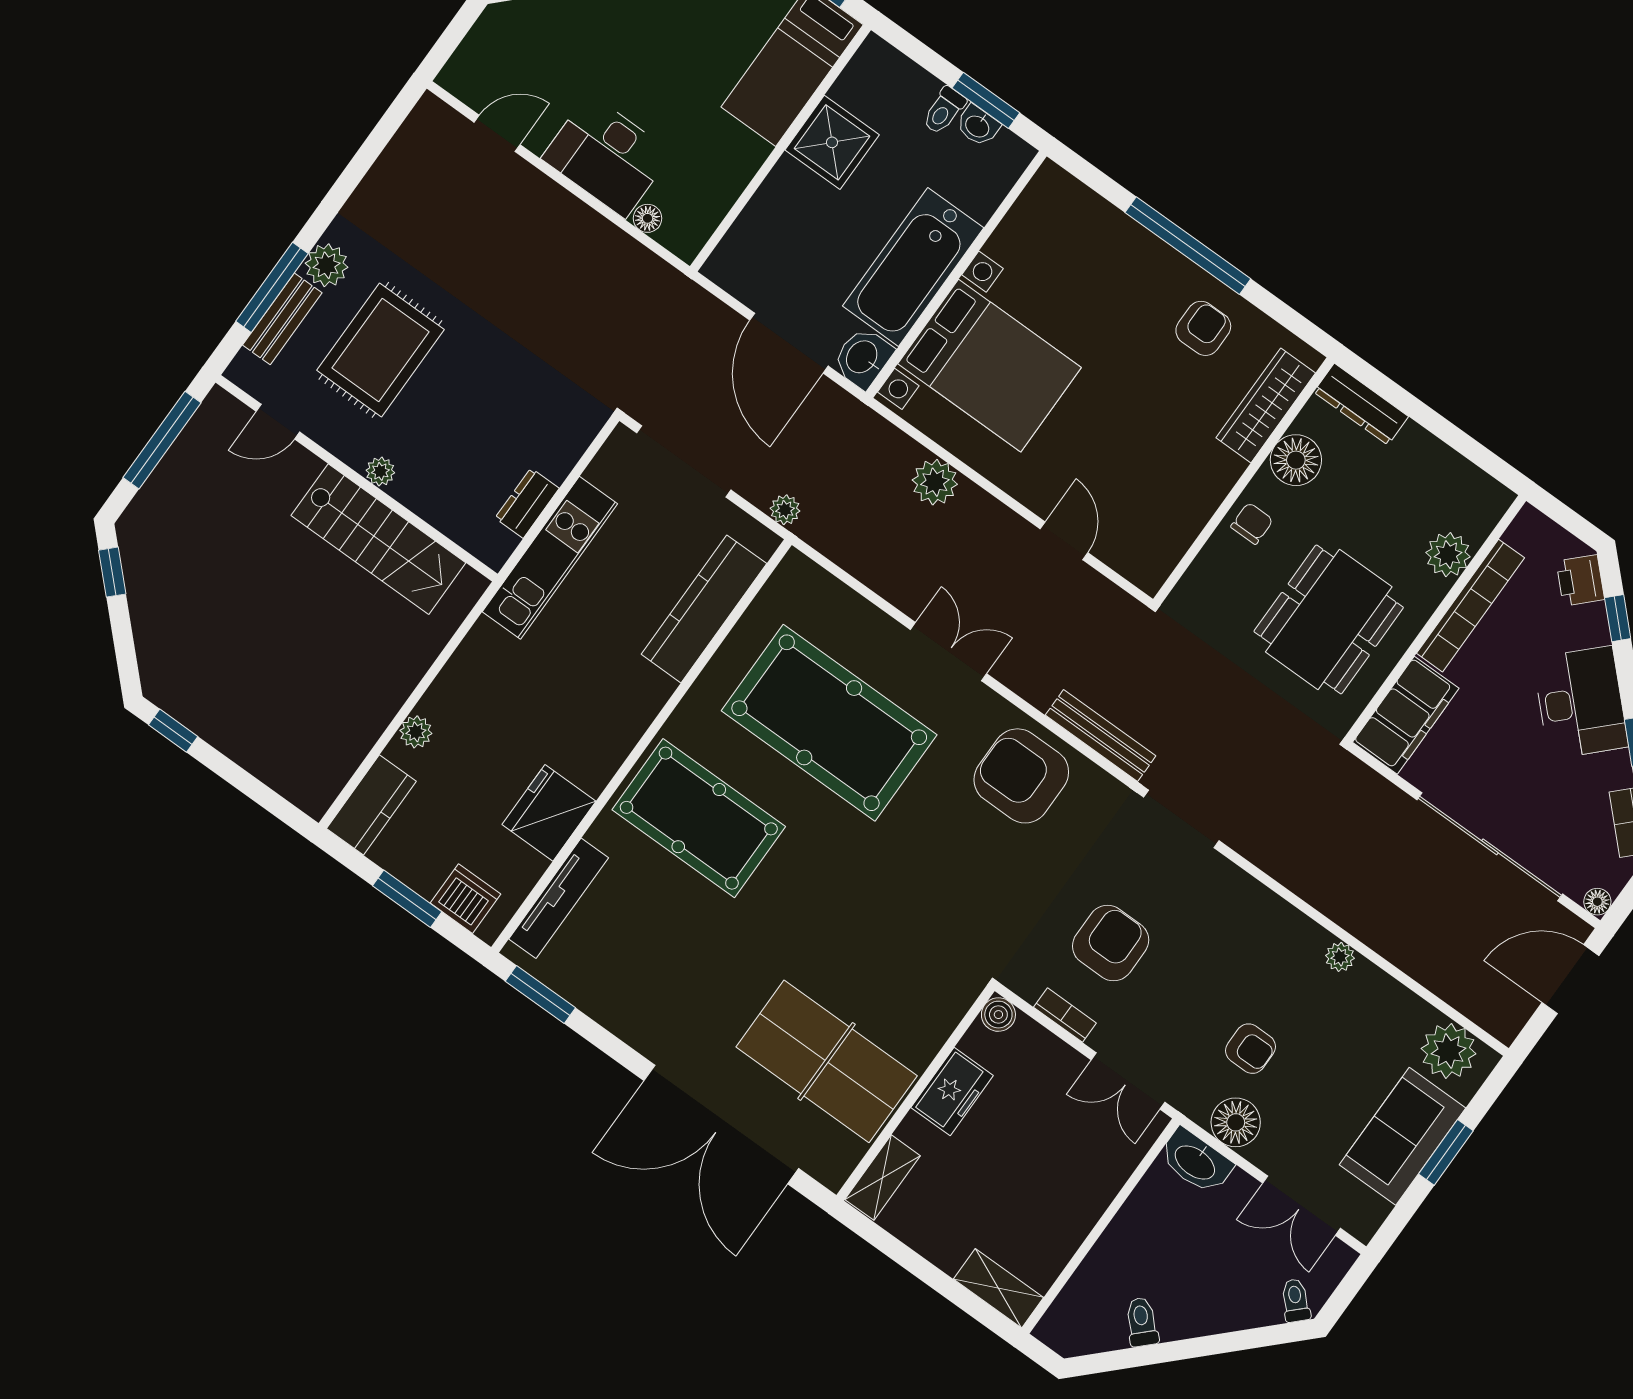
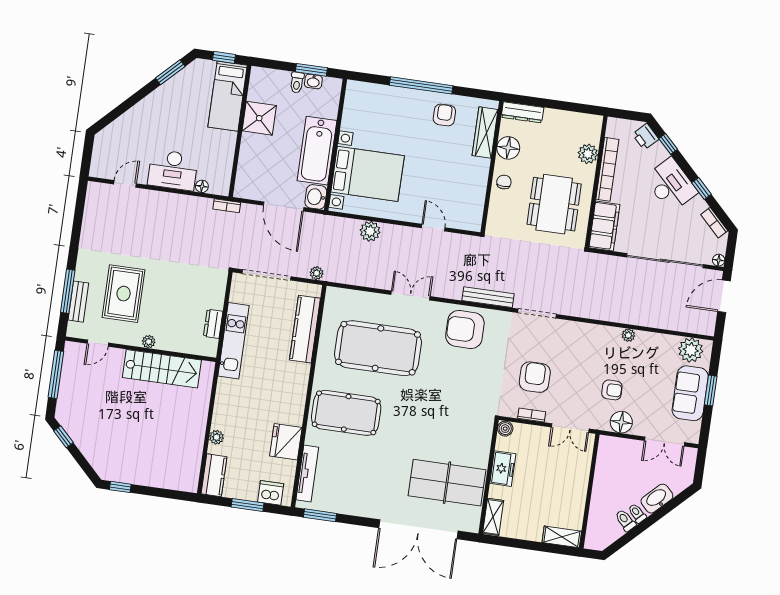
plant: (327, 265) -> (85, 271), removed
bookcase: (676, 283) -> (227, 206), added
washbasin: (1196, 1161) -> (657, 499), moved, turned 135
toilet: (1296, 1300) -> (637, 513), moved

